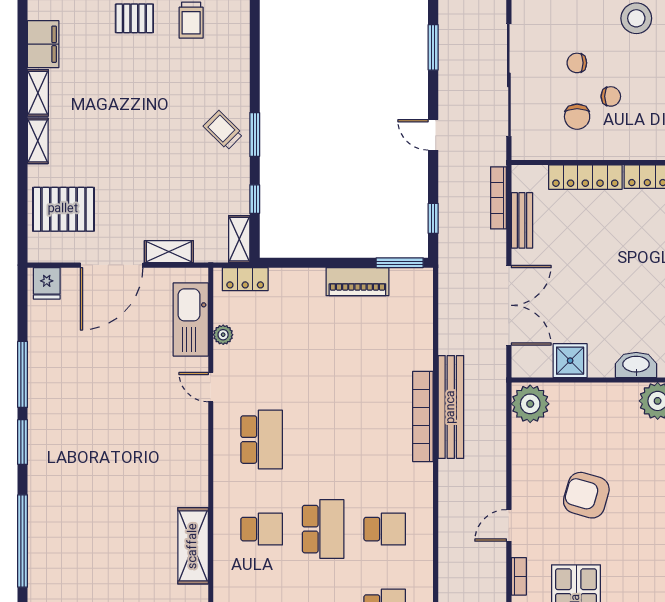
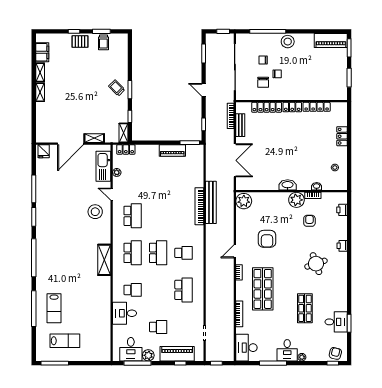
pallet: (63, 209) -> (51, 121), removed
shower: (570, 361) -> (260, 183), removed
stool: (171, 429) -> (95, 212), added
armchair: (586, 495) -> (267, 239), turned -106
school desk: (262, 529) -> (133, 253), width x1.85

